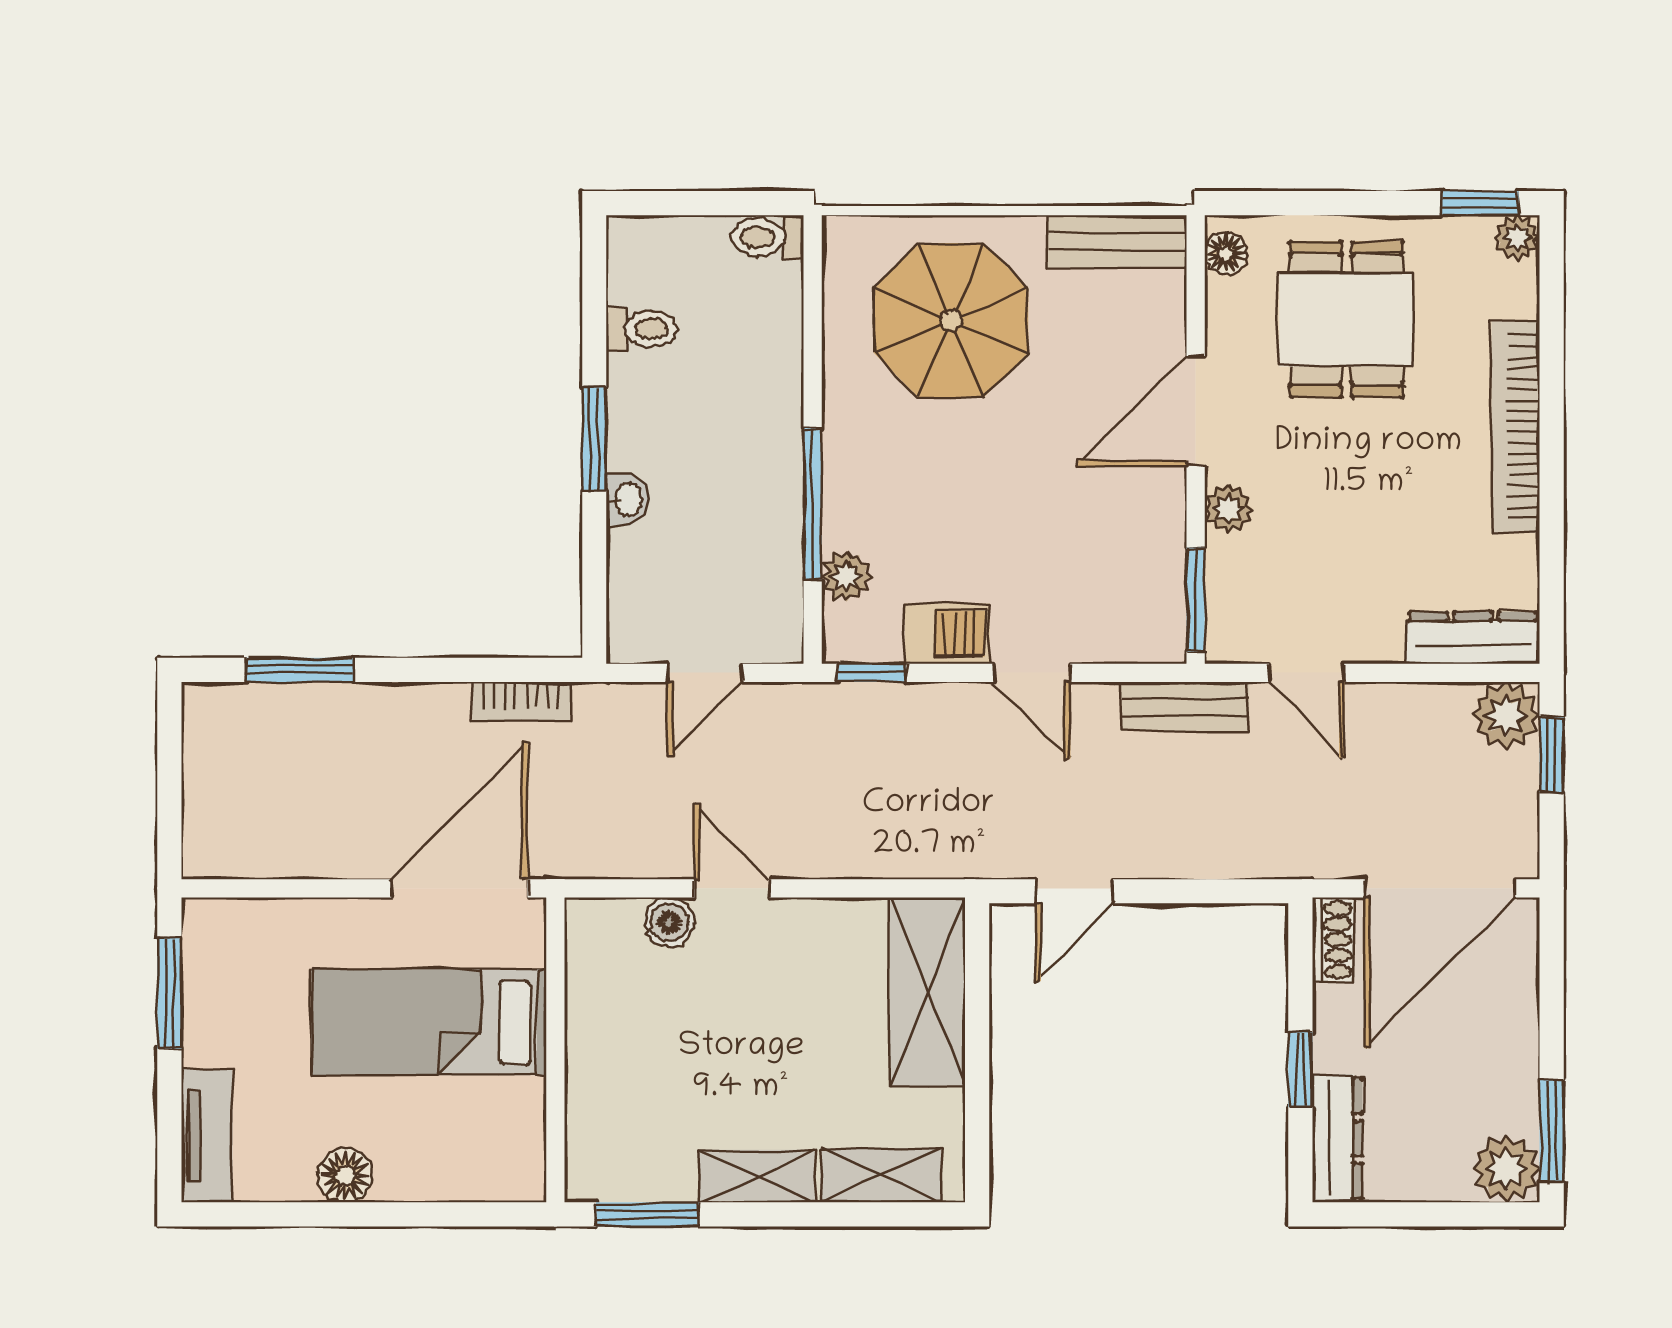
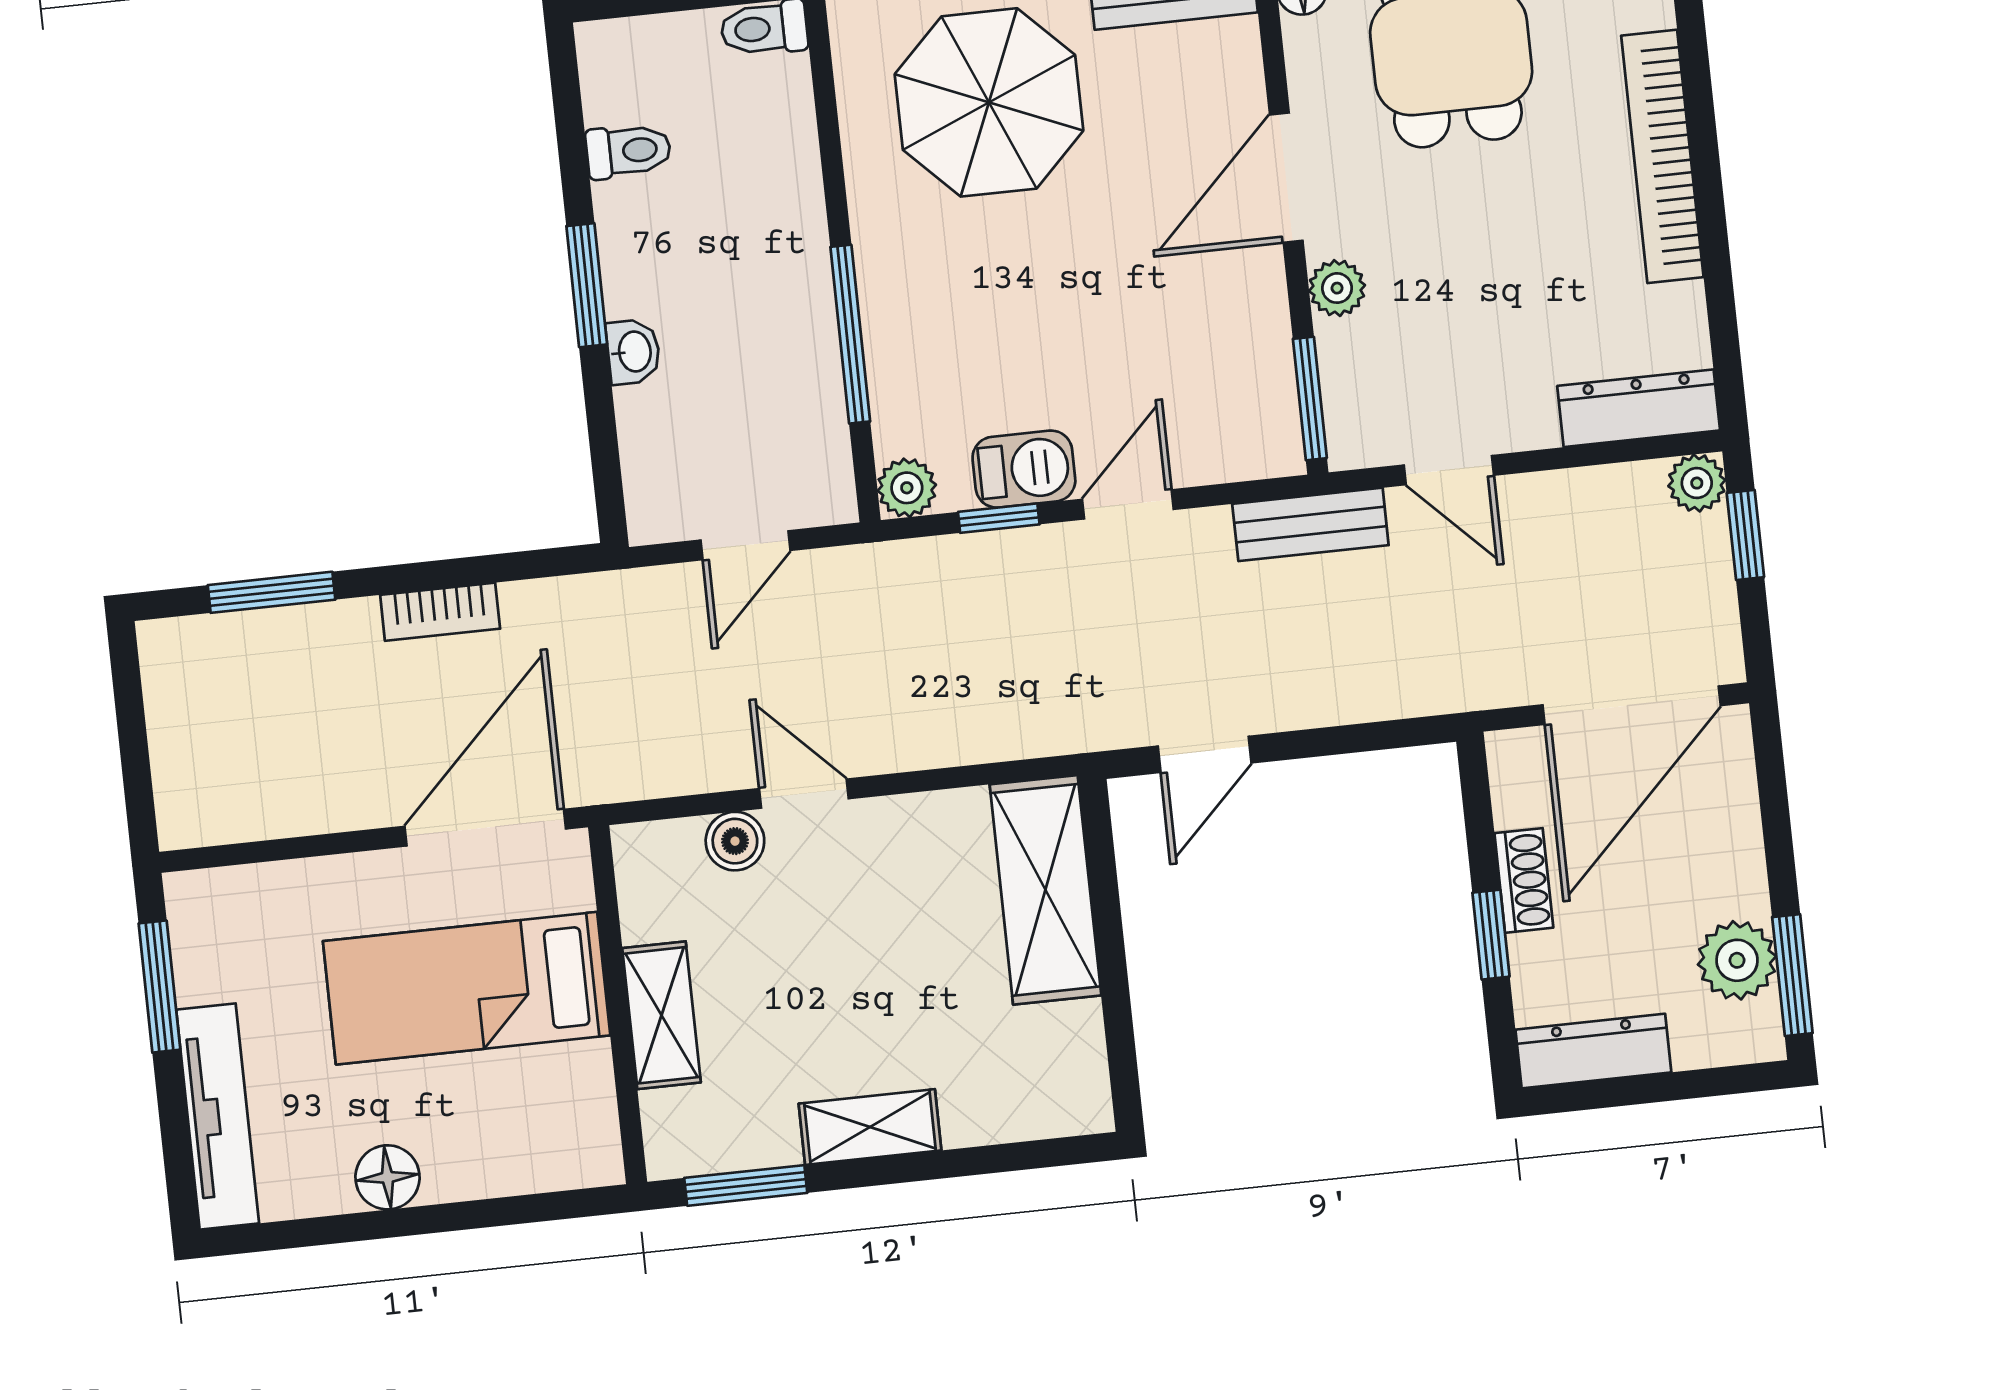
plant: (847, 577) -> (907, 488), moved
window: (872, 673) -> (999, 518), moved
door: (1032, 673) -> (1128, 504), swing flipped
bookcase: (521, 702) -> (440, 612), moved
plant: (1506, 715) -> (1697, 483), width x0.73, depth x0.73
shoe rack: (1333, 940) -> (1524, 880), moved
tv unit: (207, 1136) -> (218, 1116), width x1.41
dresser: (1337, 1138) -> (1593, 1051), moved, turned -90
plant: (1506, 1169) -> (1737, 960), moved
shelving: (881, 1175) -> (662, 1015), moved, turned 90

